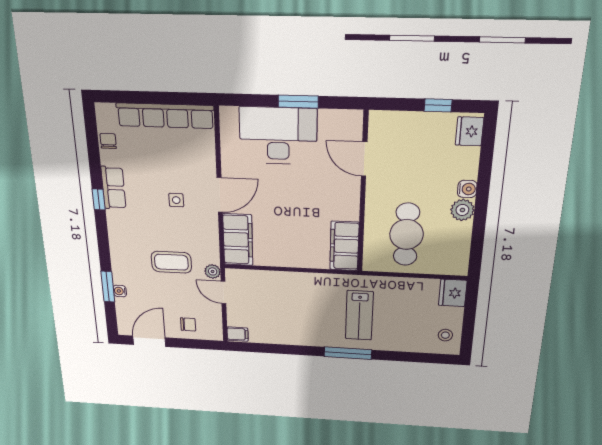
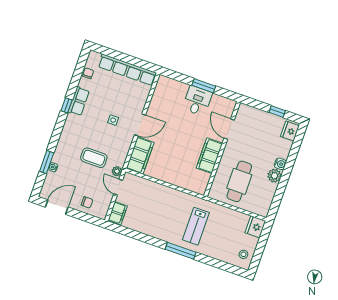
desk: (278, 136) -> (197, 101), width x0.53, depth x0.77
filing cabinet: (344, 246) -> (209, 156), moved
filing cabinet: (238, 334) -> (118, 213), width x2.00

